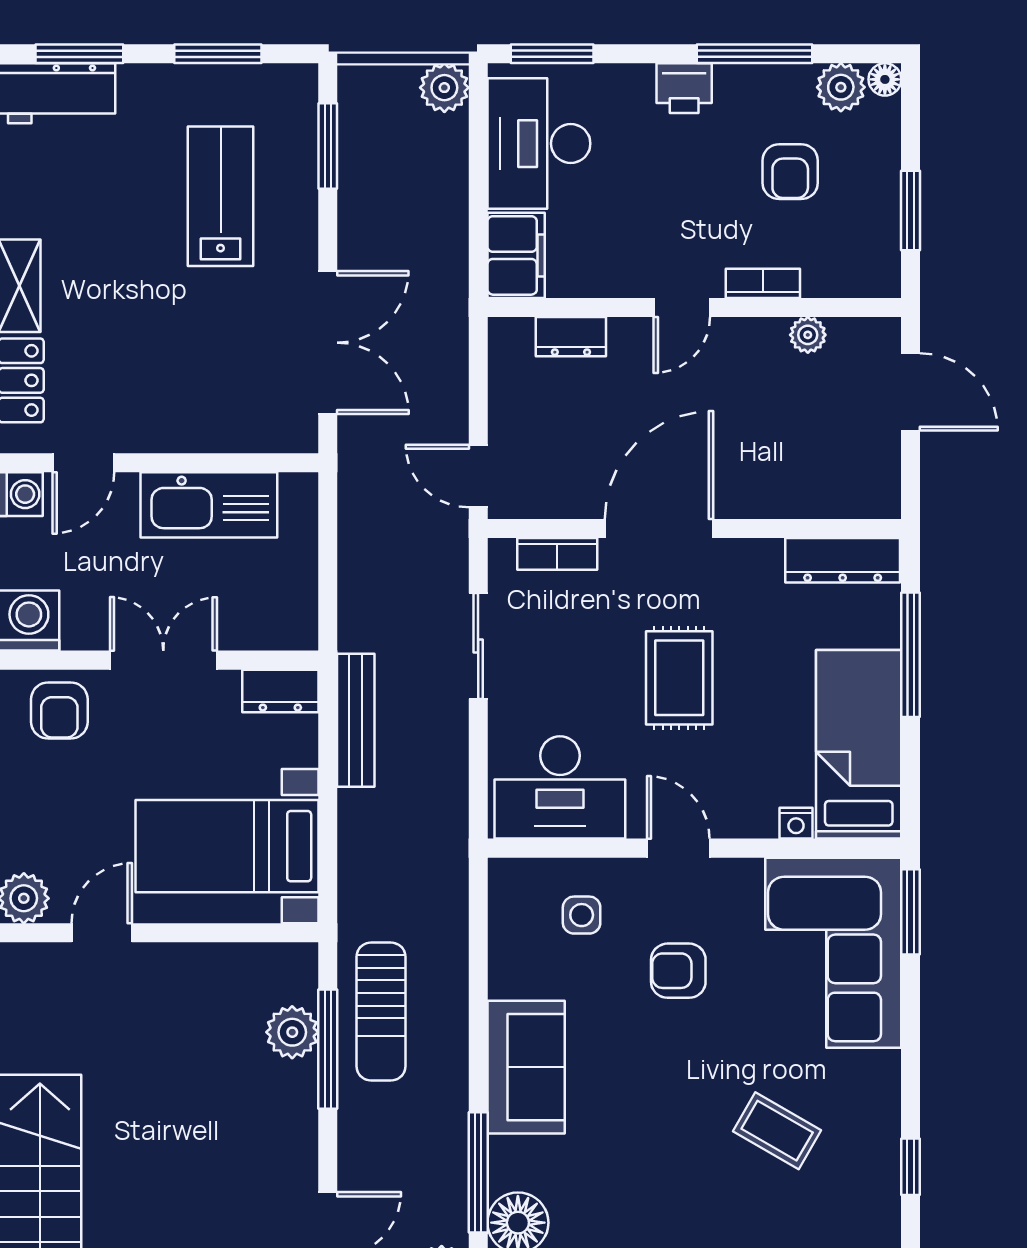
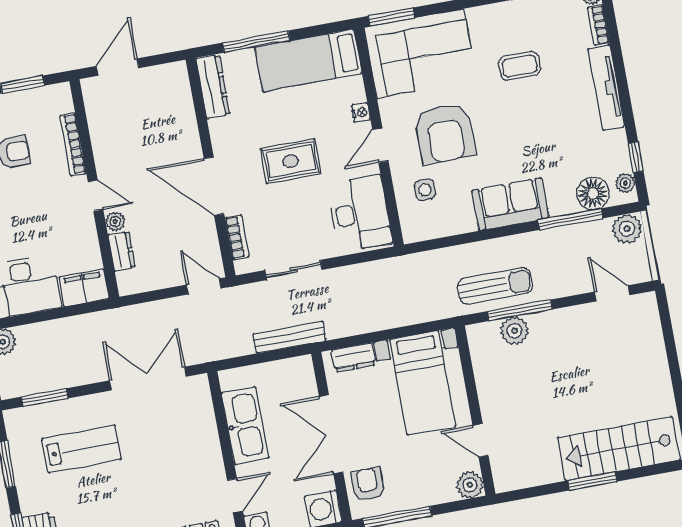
lab bench: (221, 196) -> (82, 449), turned 180
bookcase: (763, 283) -> (73, 144), width x1.56
plant: (808, 335) -> (115, 221), moved
door: (83, 463) -> (235, 496), hinge flipped
door: (478, 476) -> (204, 286), swing flipped
double door: (163, 660) -> (331, 434), width x1.37
dresser: (280, 691) -> (353, 358), moved, turned 90
armchair: (59, 711) -> (368, 484), turned -90
bench: (356, 720) -> (289, 337), moved
nightstand: (796, 823) -> (361, 113), moved
armchair: (678, 971) -> (445, 133), width x1.88, depth x1.88
coffee table: (777, 1131) -> (519, 66), turned 60

